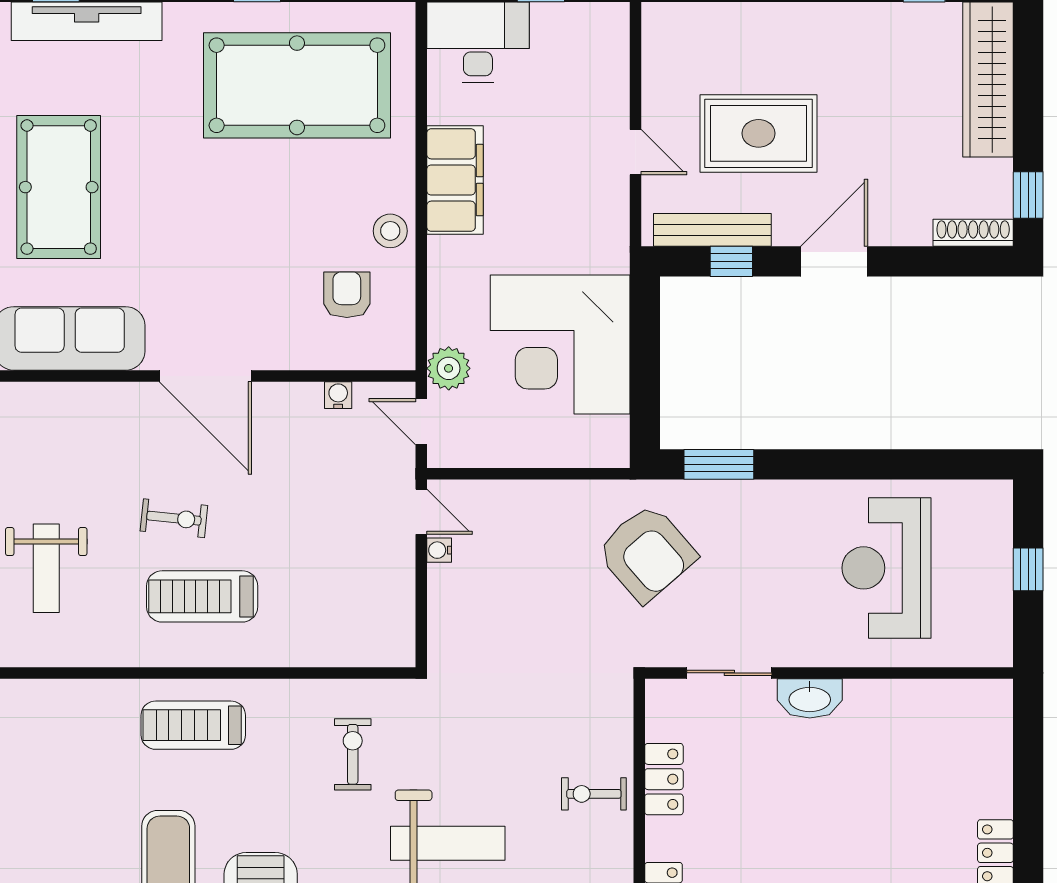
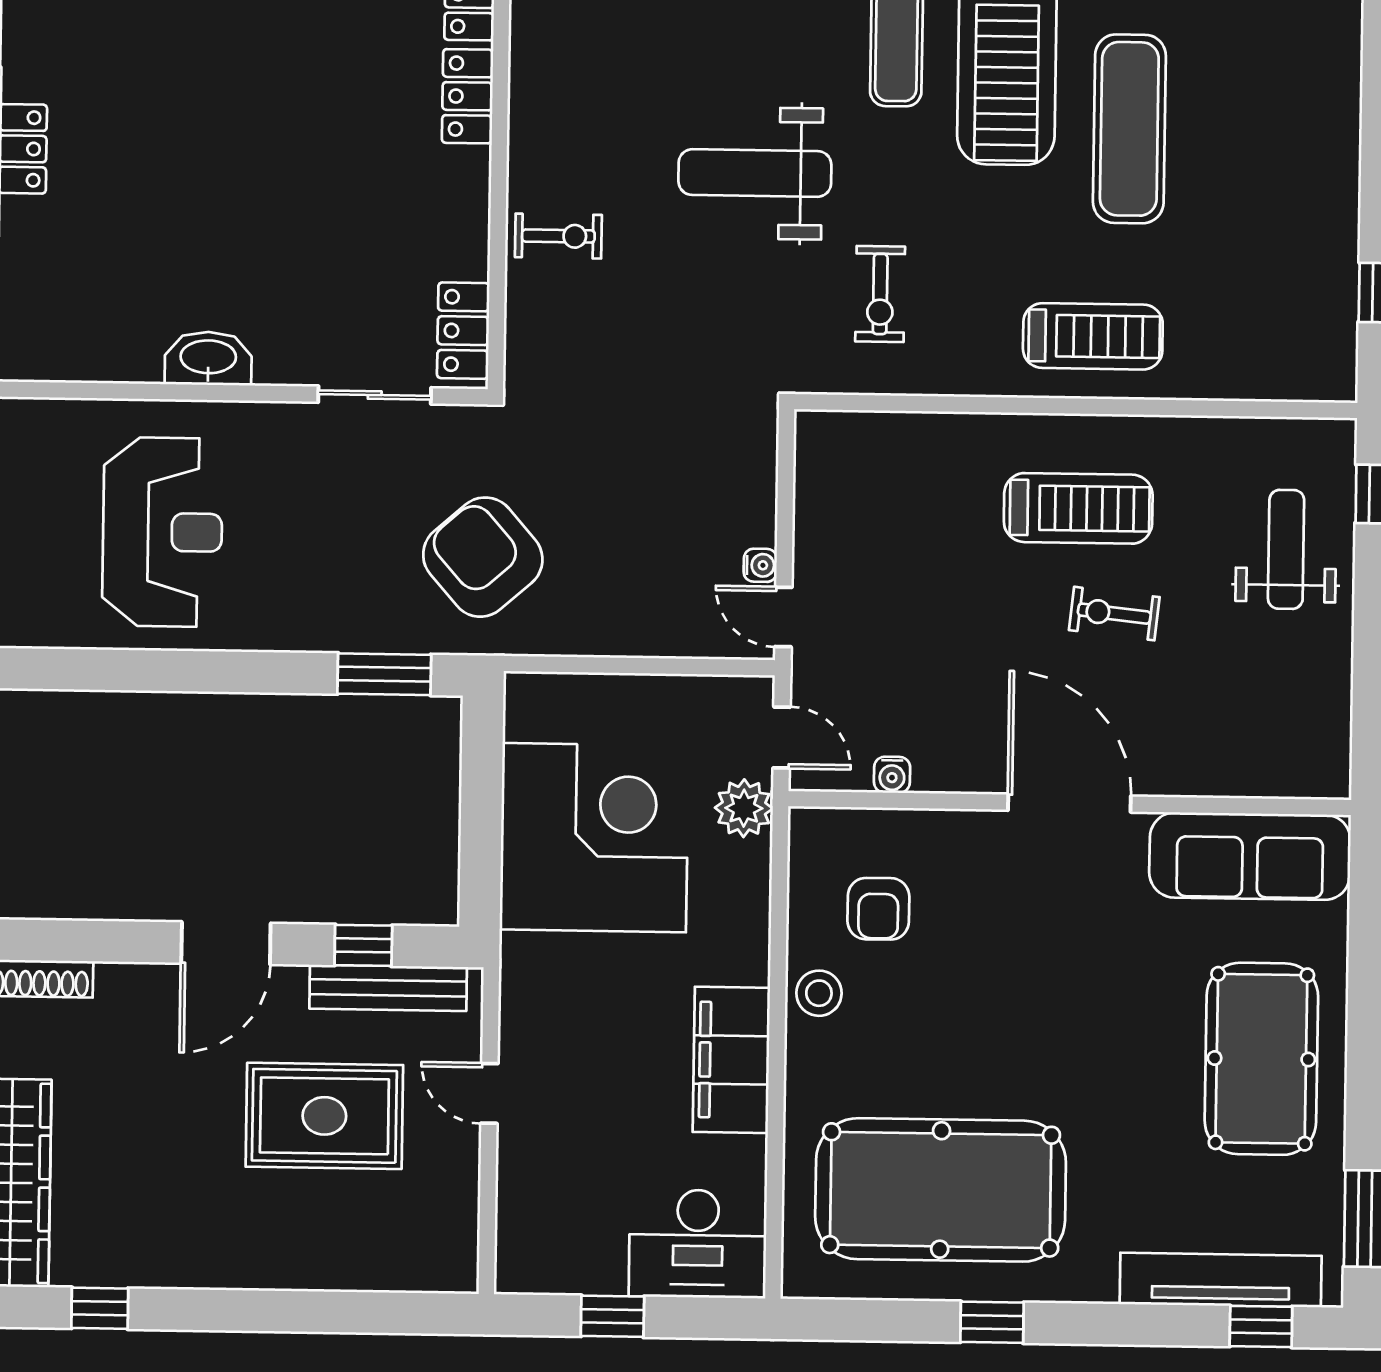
washbasin: (810, 698) -> (208, 358), moved
locker: (664, 779) -> (463, 331), moved

